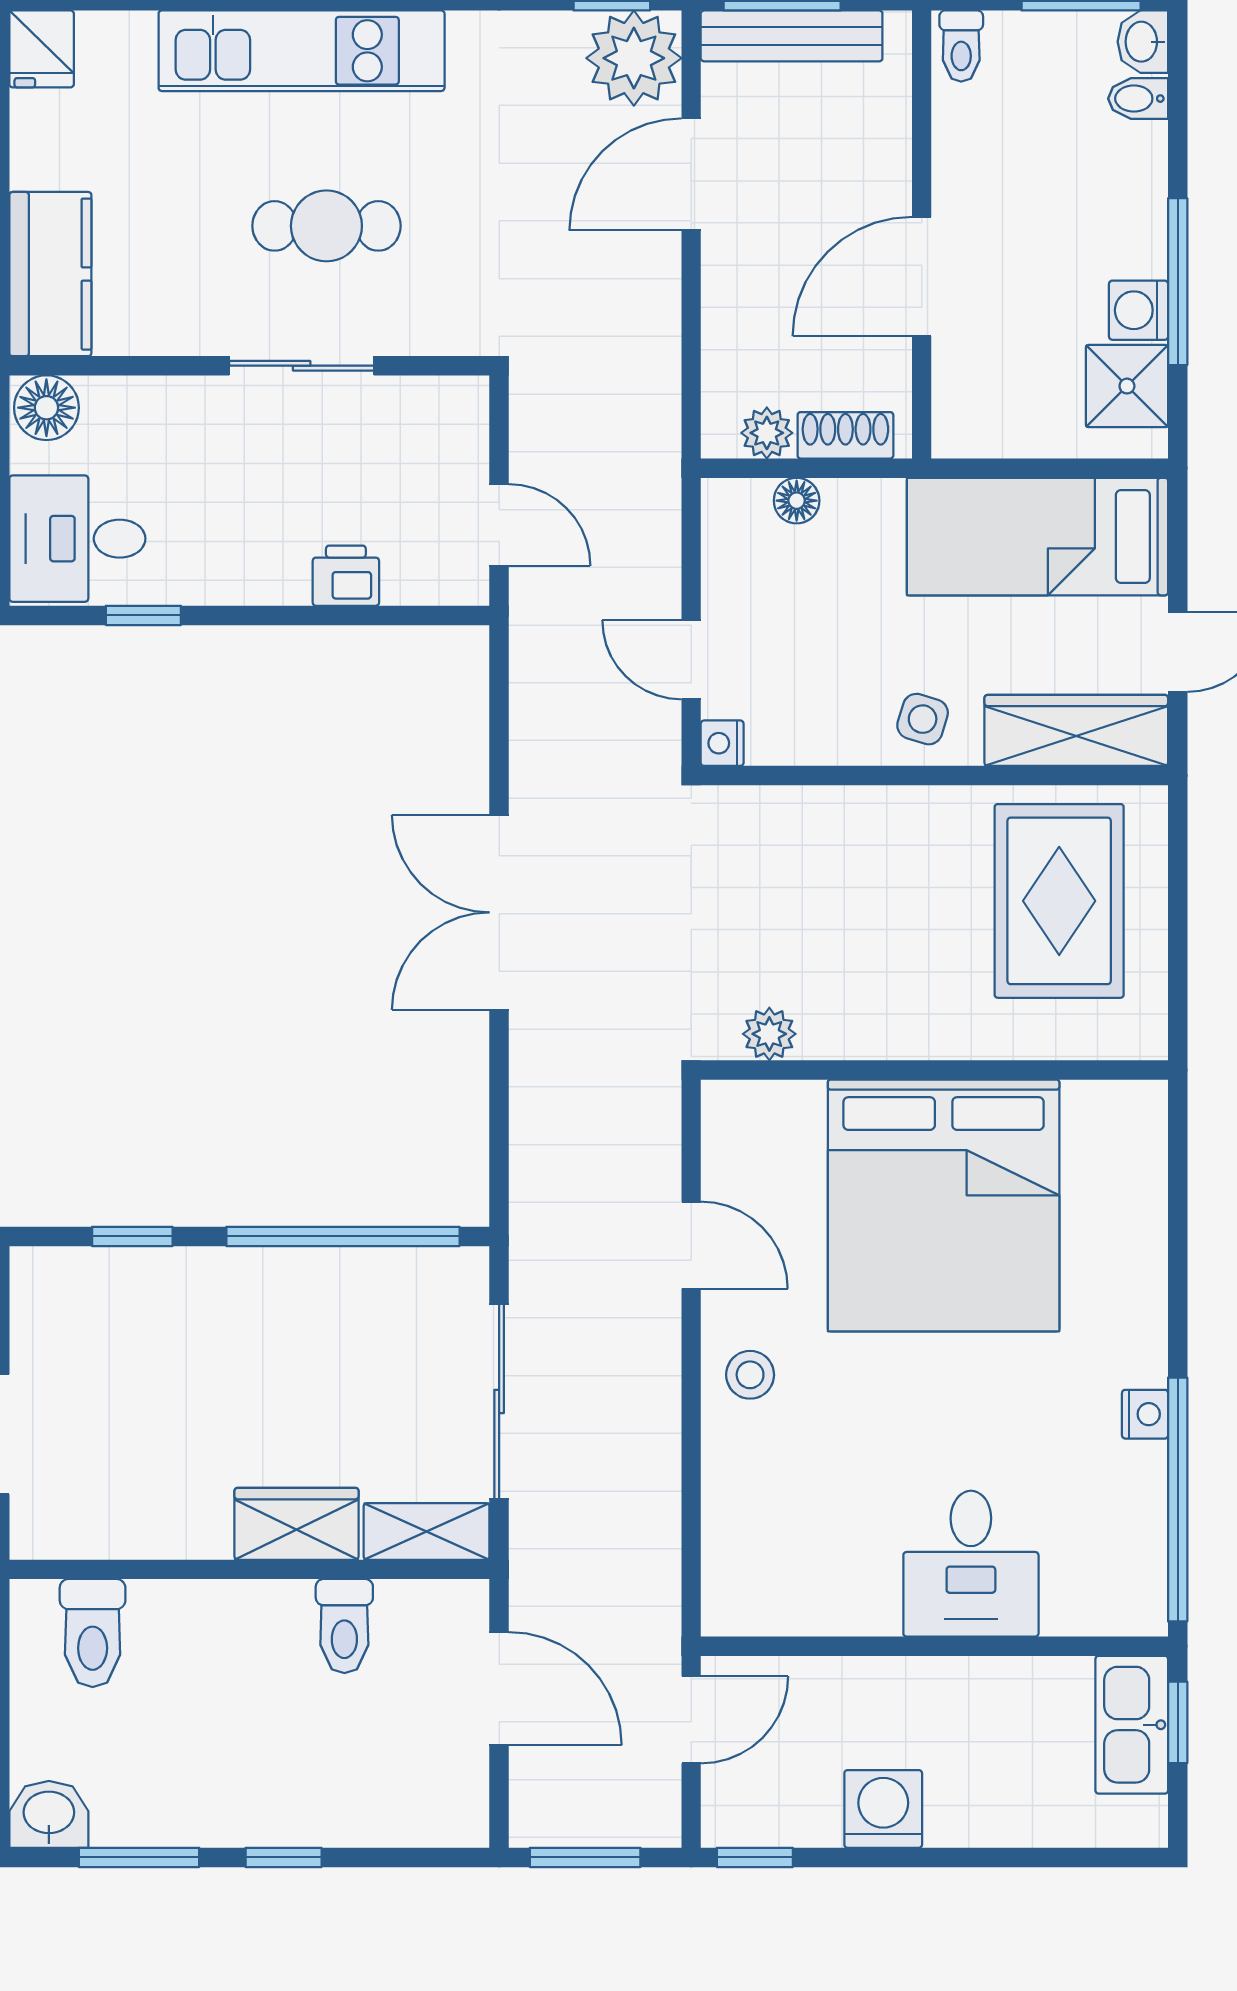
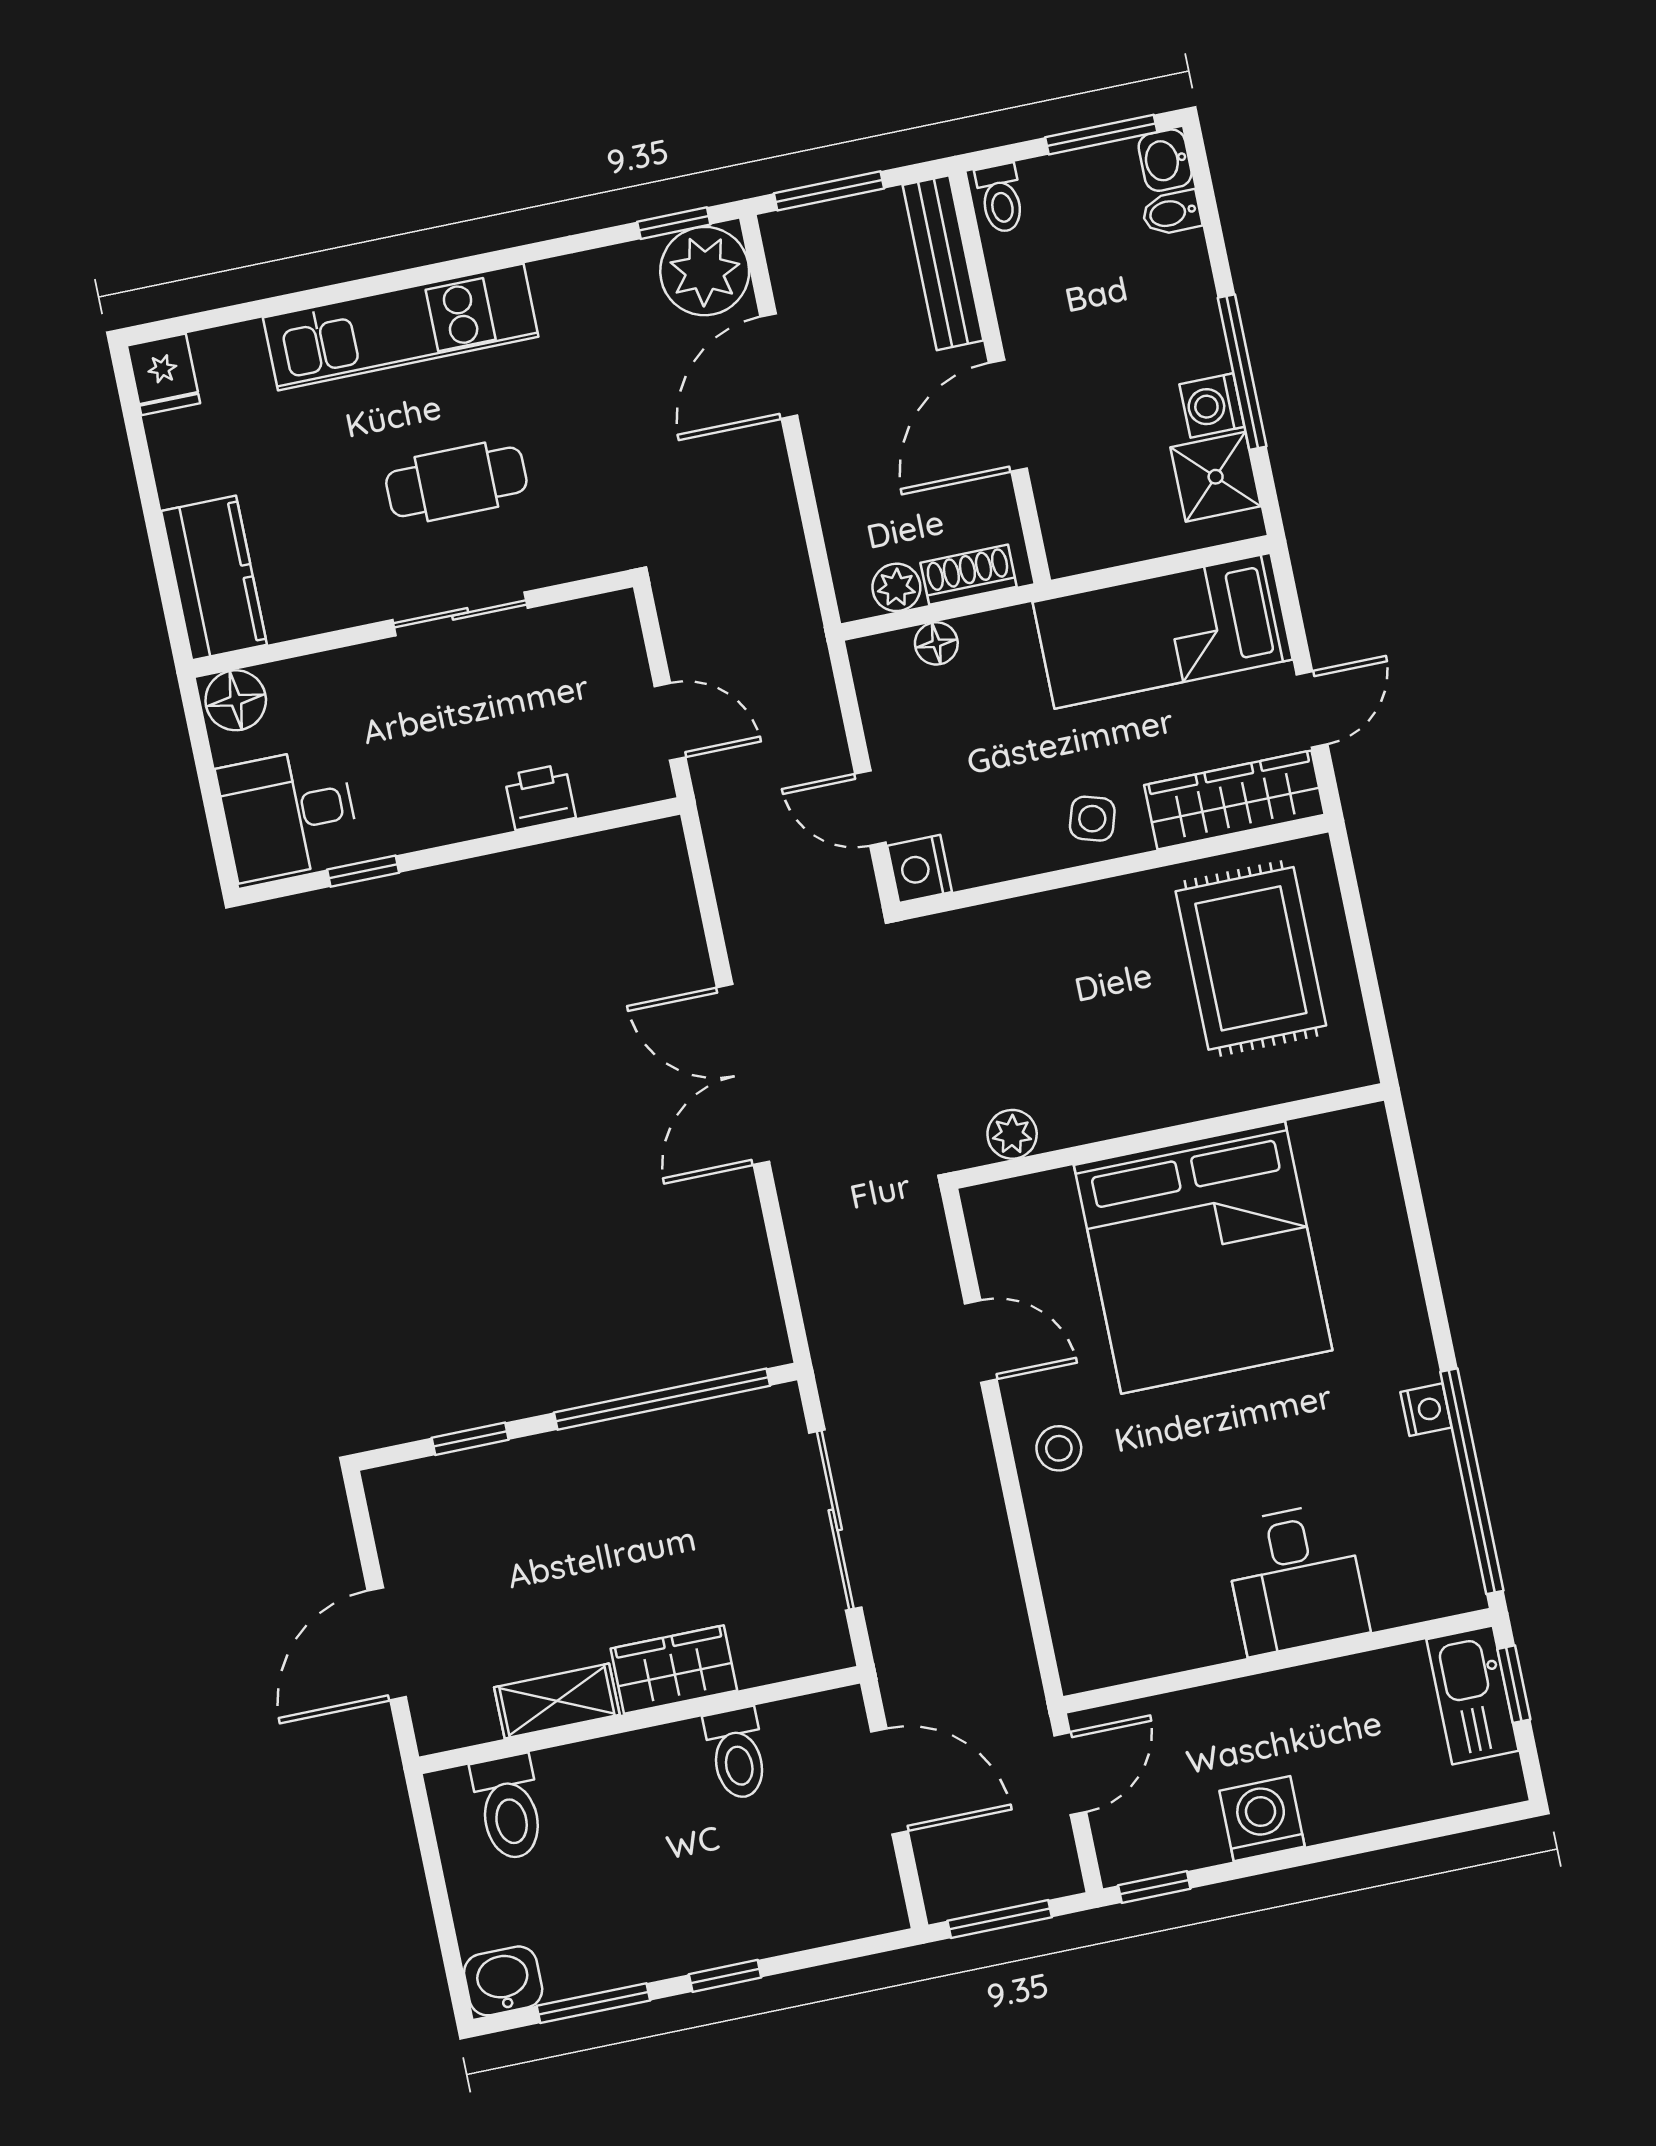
bench: (792, 36) -> (943, 263), moved, turned 90
nightstand: (722, 743) -> (920, 869), width x1.39, depth x1.35
shelving: (427, 1531) -> (557, 1701), moved

